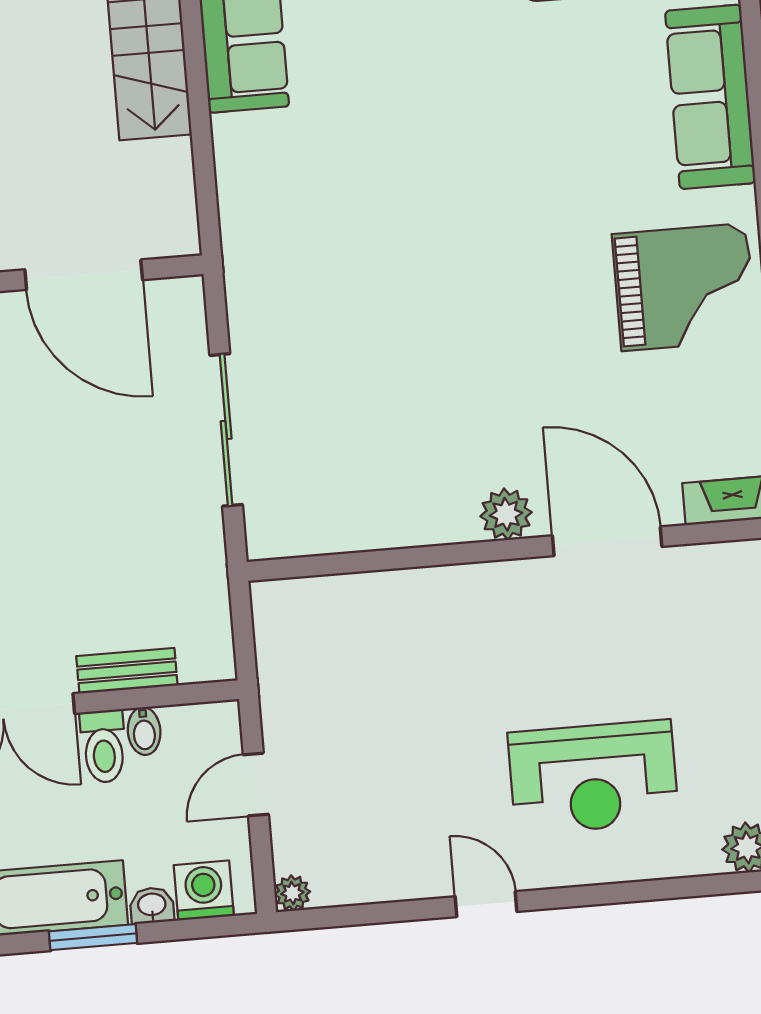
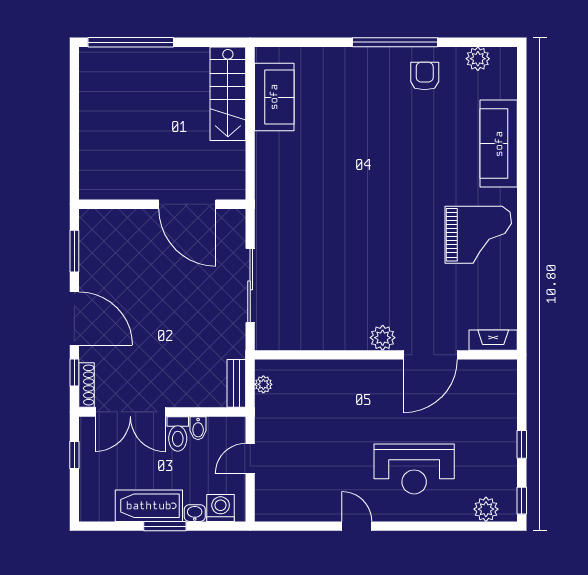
door: (607, 541) -> (431, 355), swing flipped
bench: (127, 671) -> (236, 383), moved, turned 90
plant: (292, 893) -> (263, 384), moved

